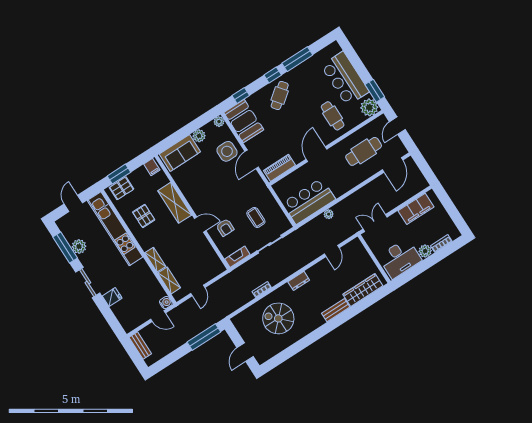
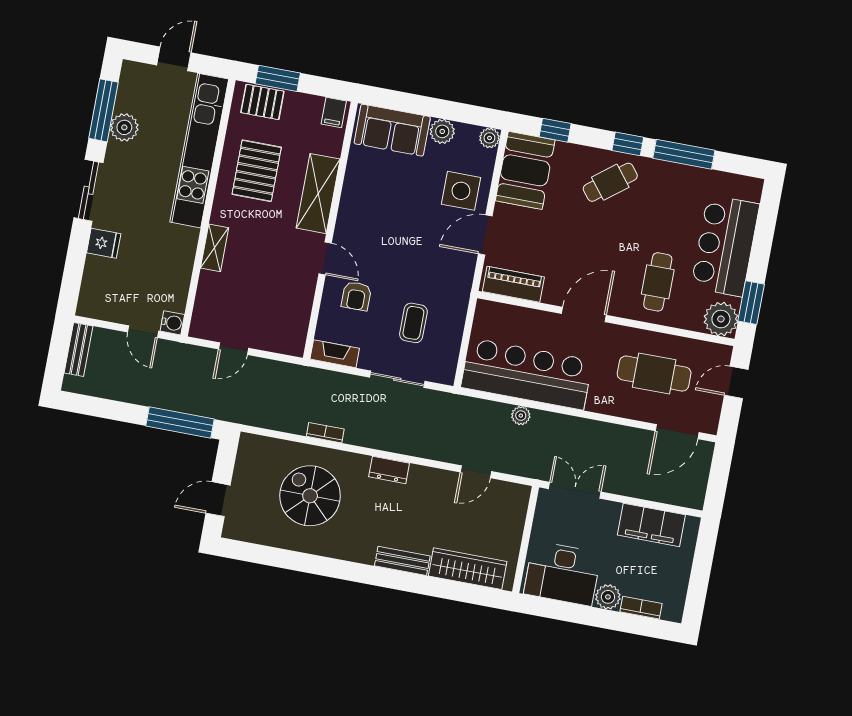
bar counter: (309, 201) -> (527, 374), width x1.36
pallet: (144, 216) -> (257, 171), width x1.50, depth x1.42
shelving: (169, 280) -> (206, 296), removed

